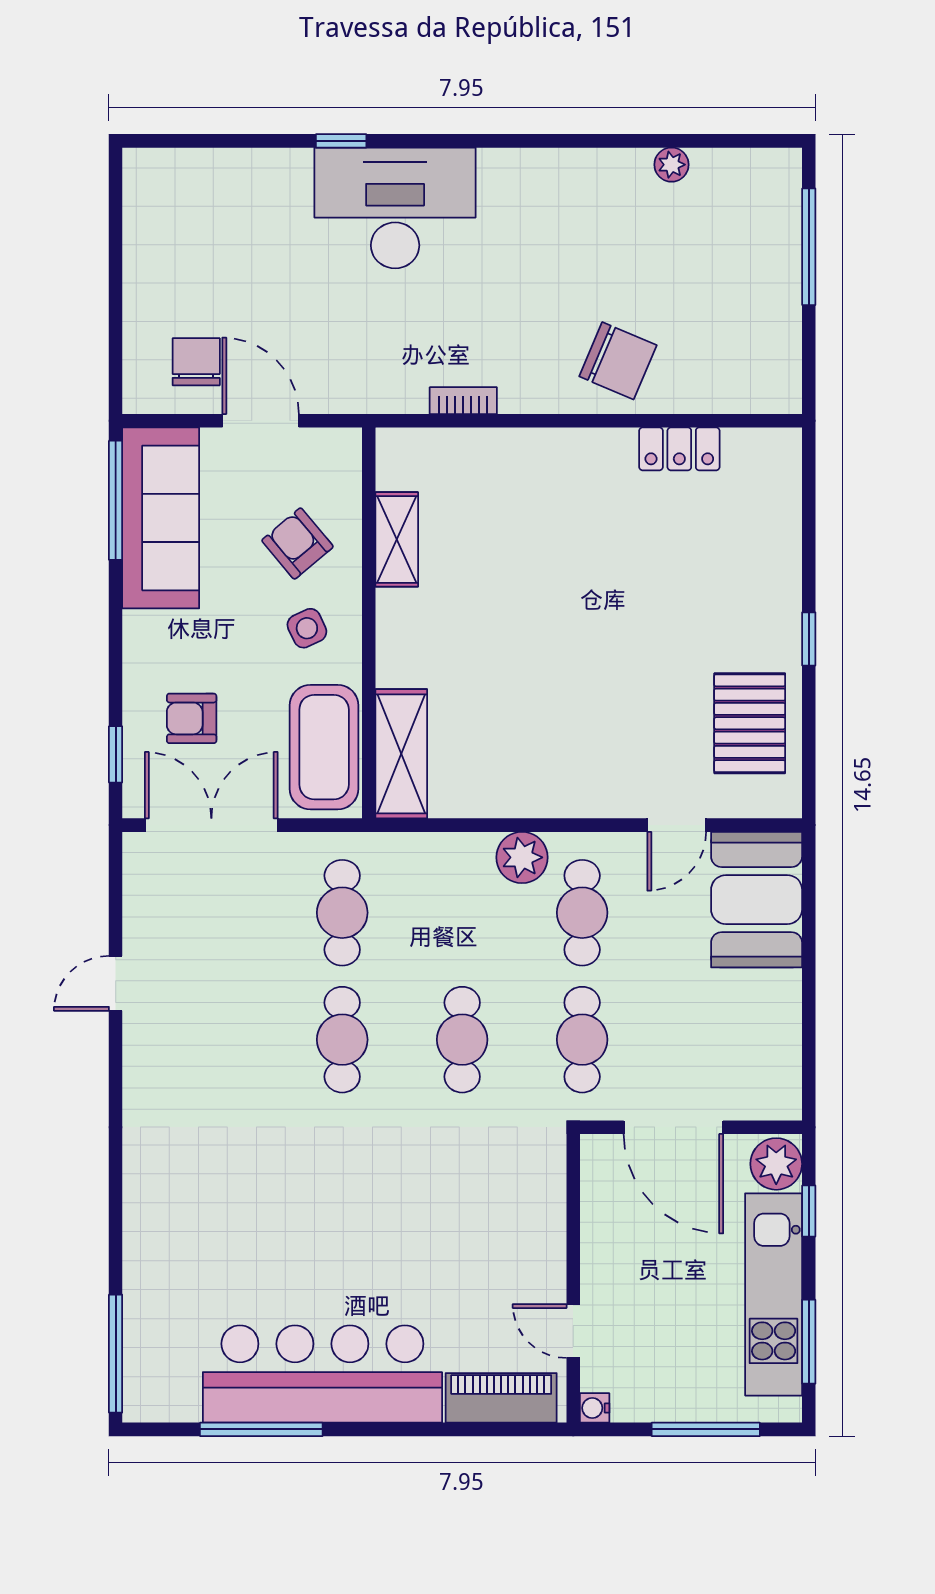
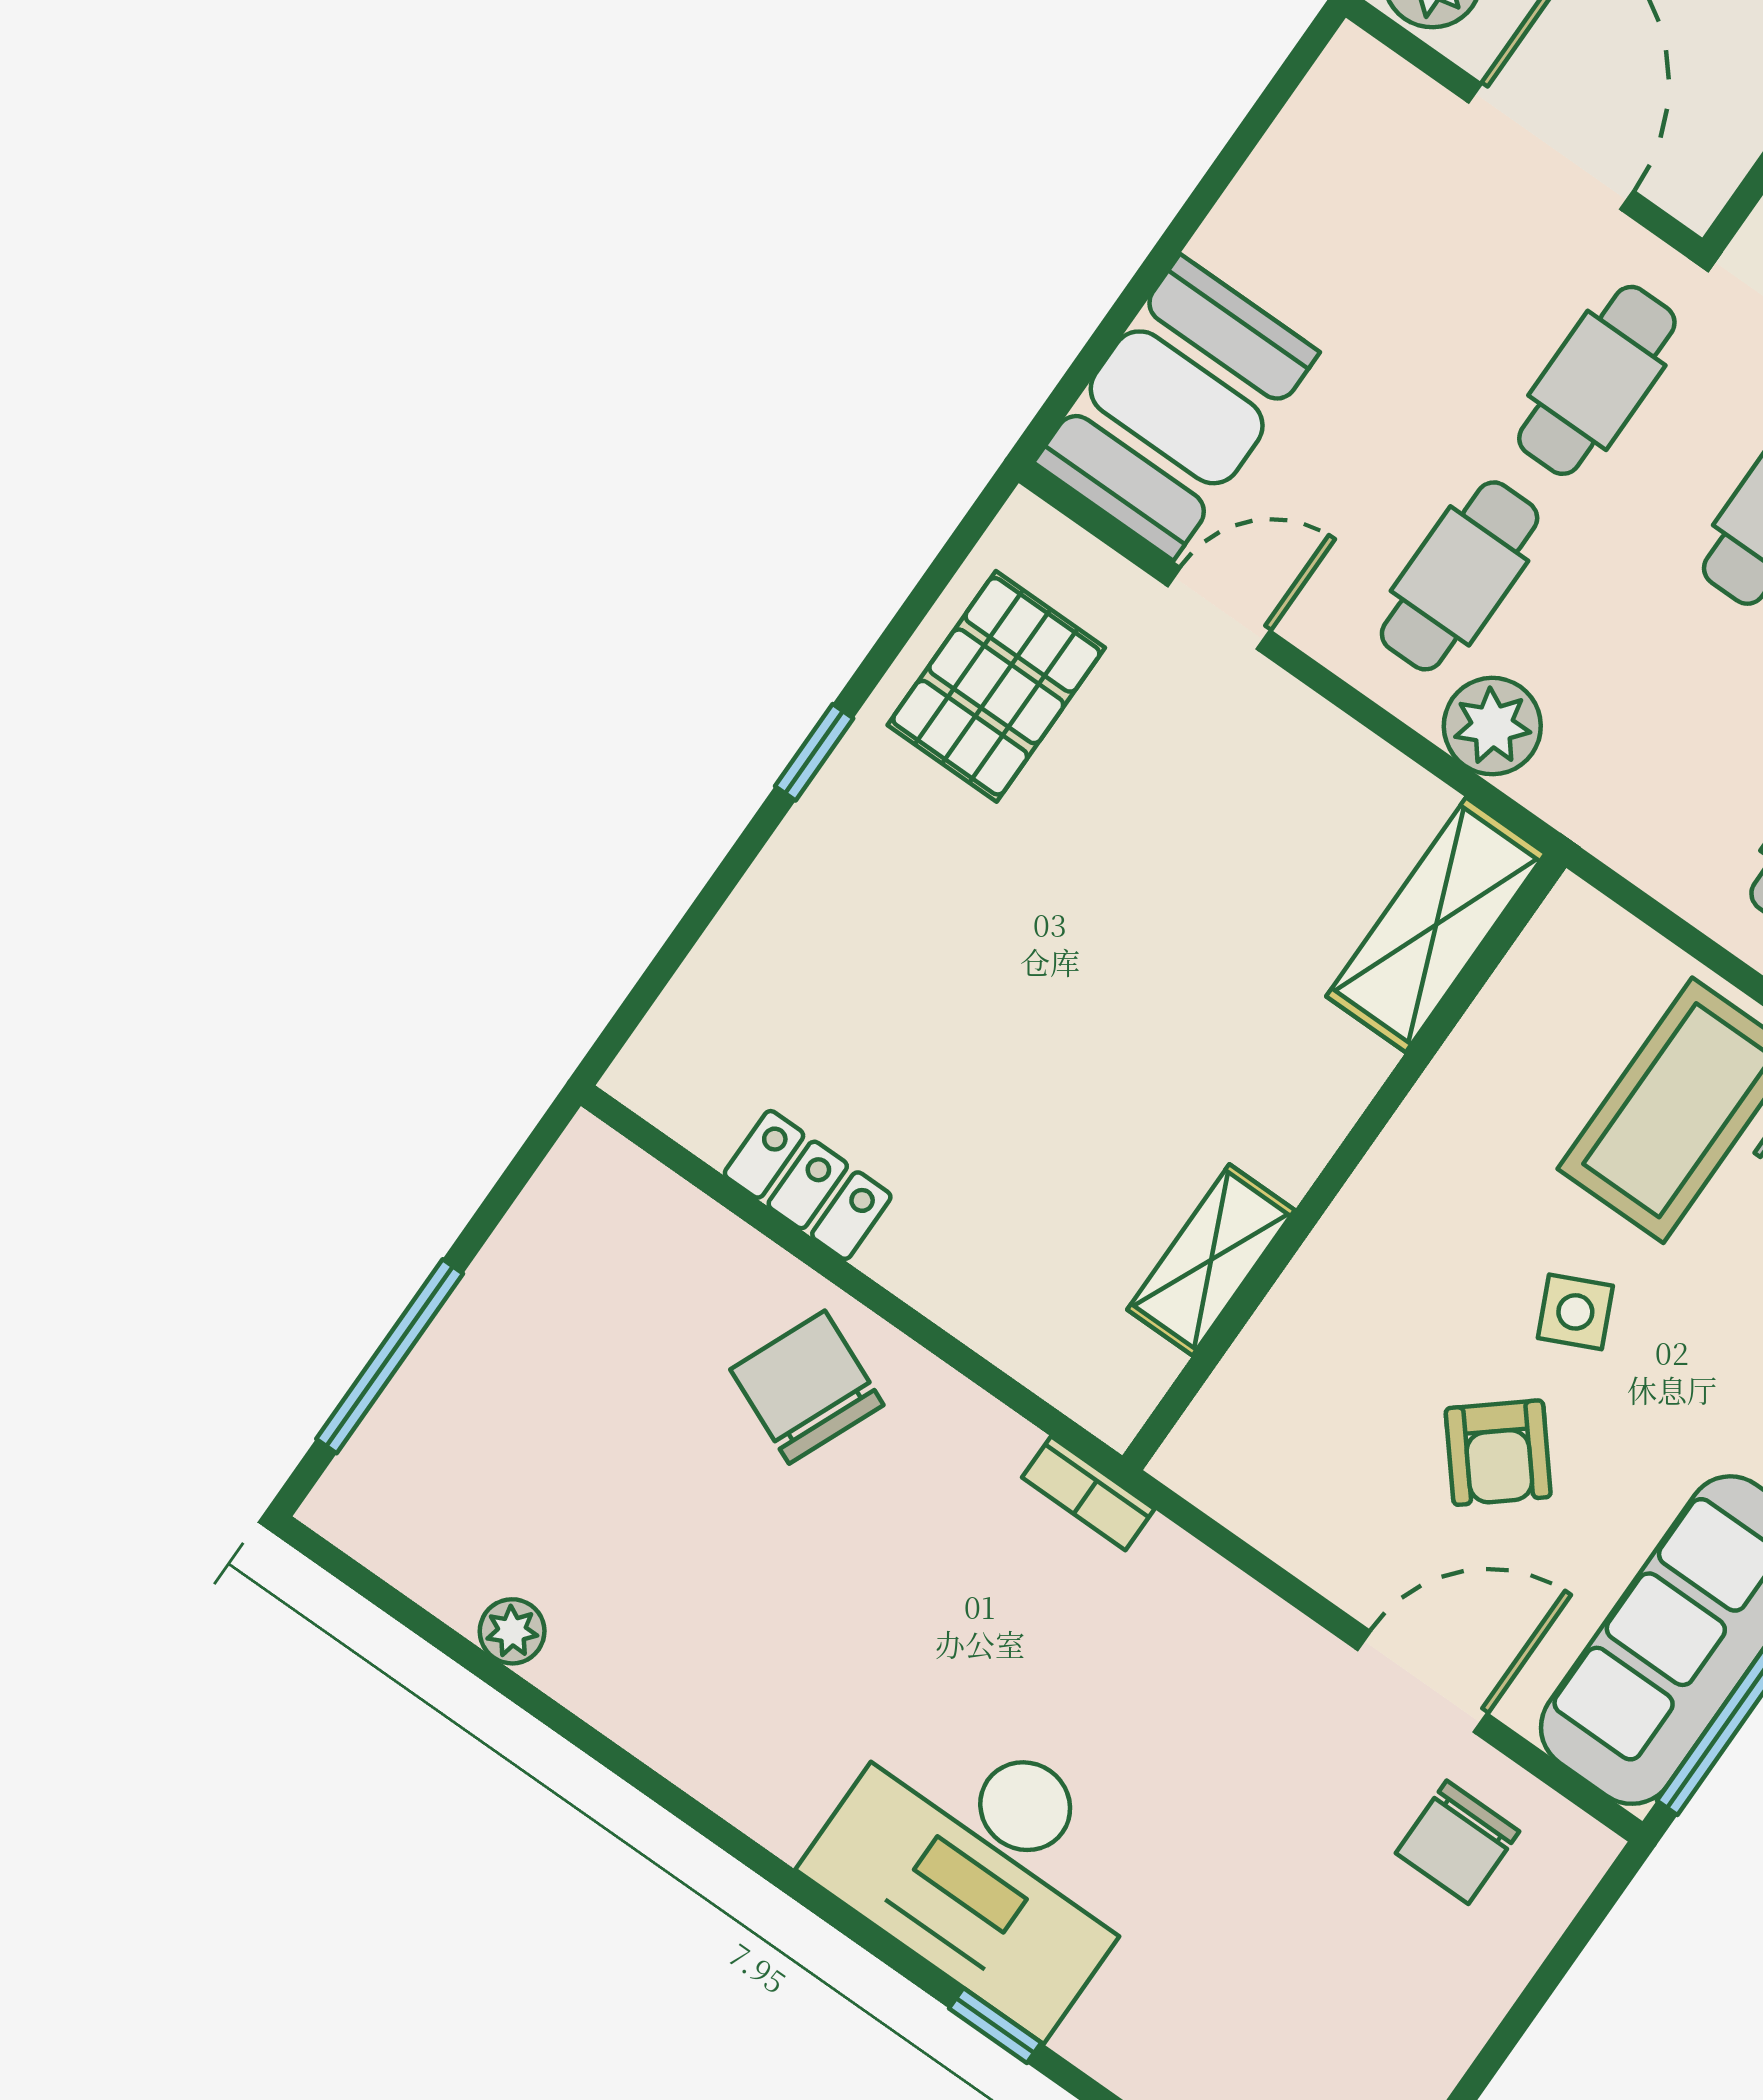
door: (261, 421) -> (1422, 1682), swing flipped
shelving: (397, 539) -> (1211, 1260), moved
wall: (369, 623) -> (1344, 1162), moved
shelving: (401, 754) -> (1436, 925), moved

